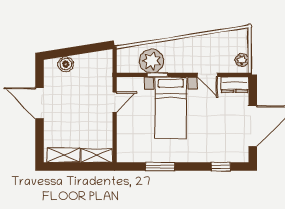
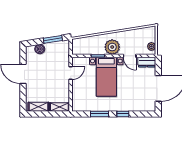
window: (86, 49) -> (53, 39), added
plant: (152, 61) -> (112, 47), moved
window: (221, 167) -> (123, 114), moved

